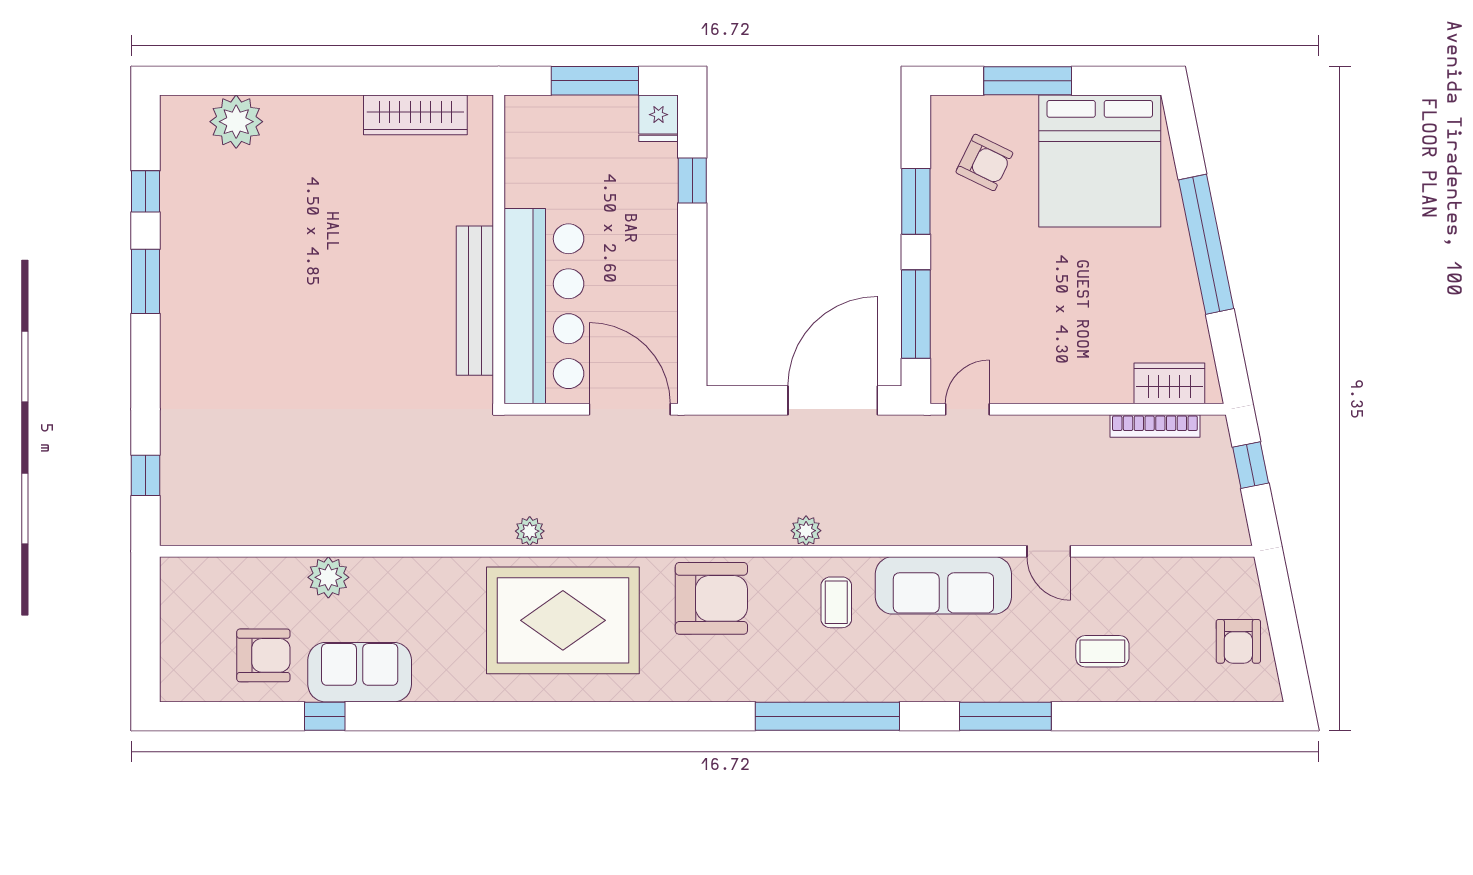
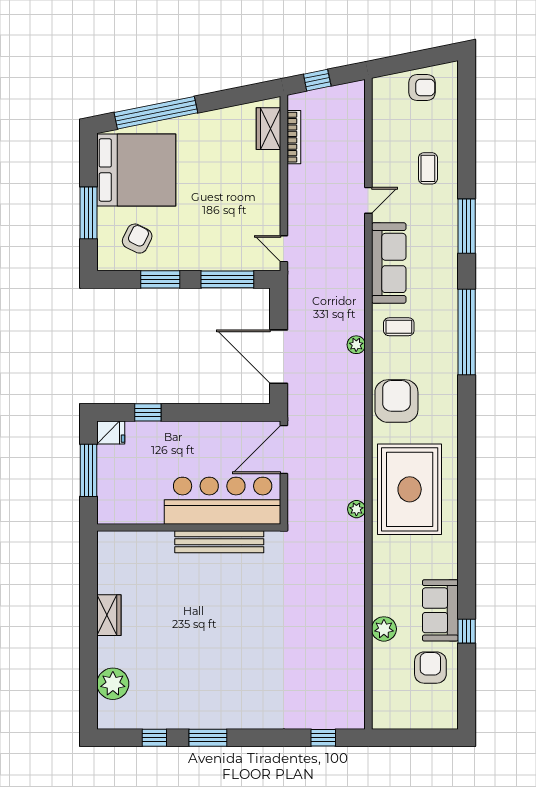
wardrobe: (415, 115) -> (109, 615), moved, width x0.67
window: (1206, 244) -> (156, 113), moved
door: (833, 400) -> (279, 357), moved

